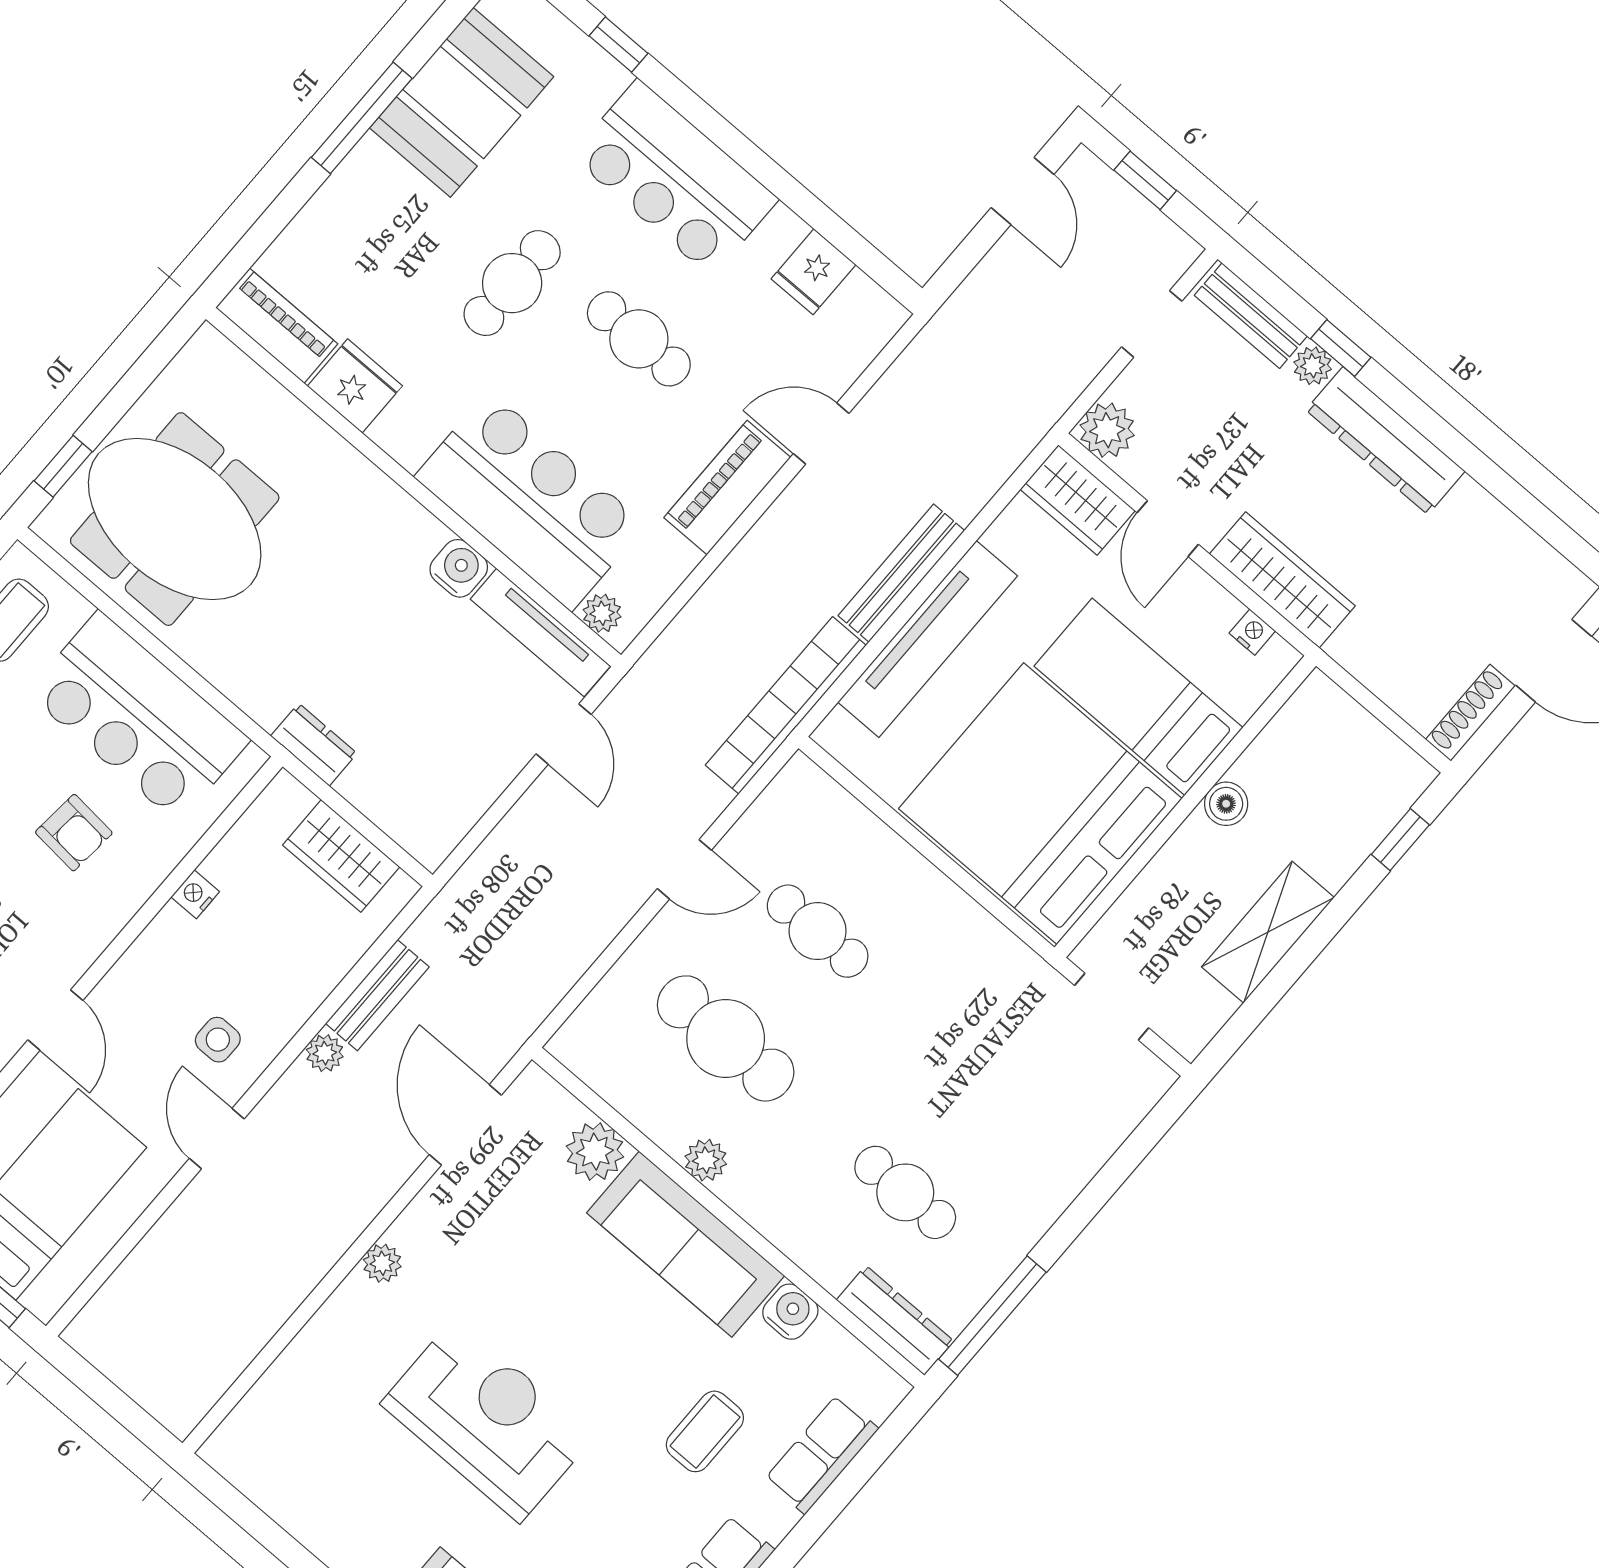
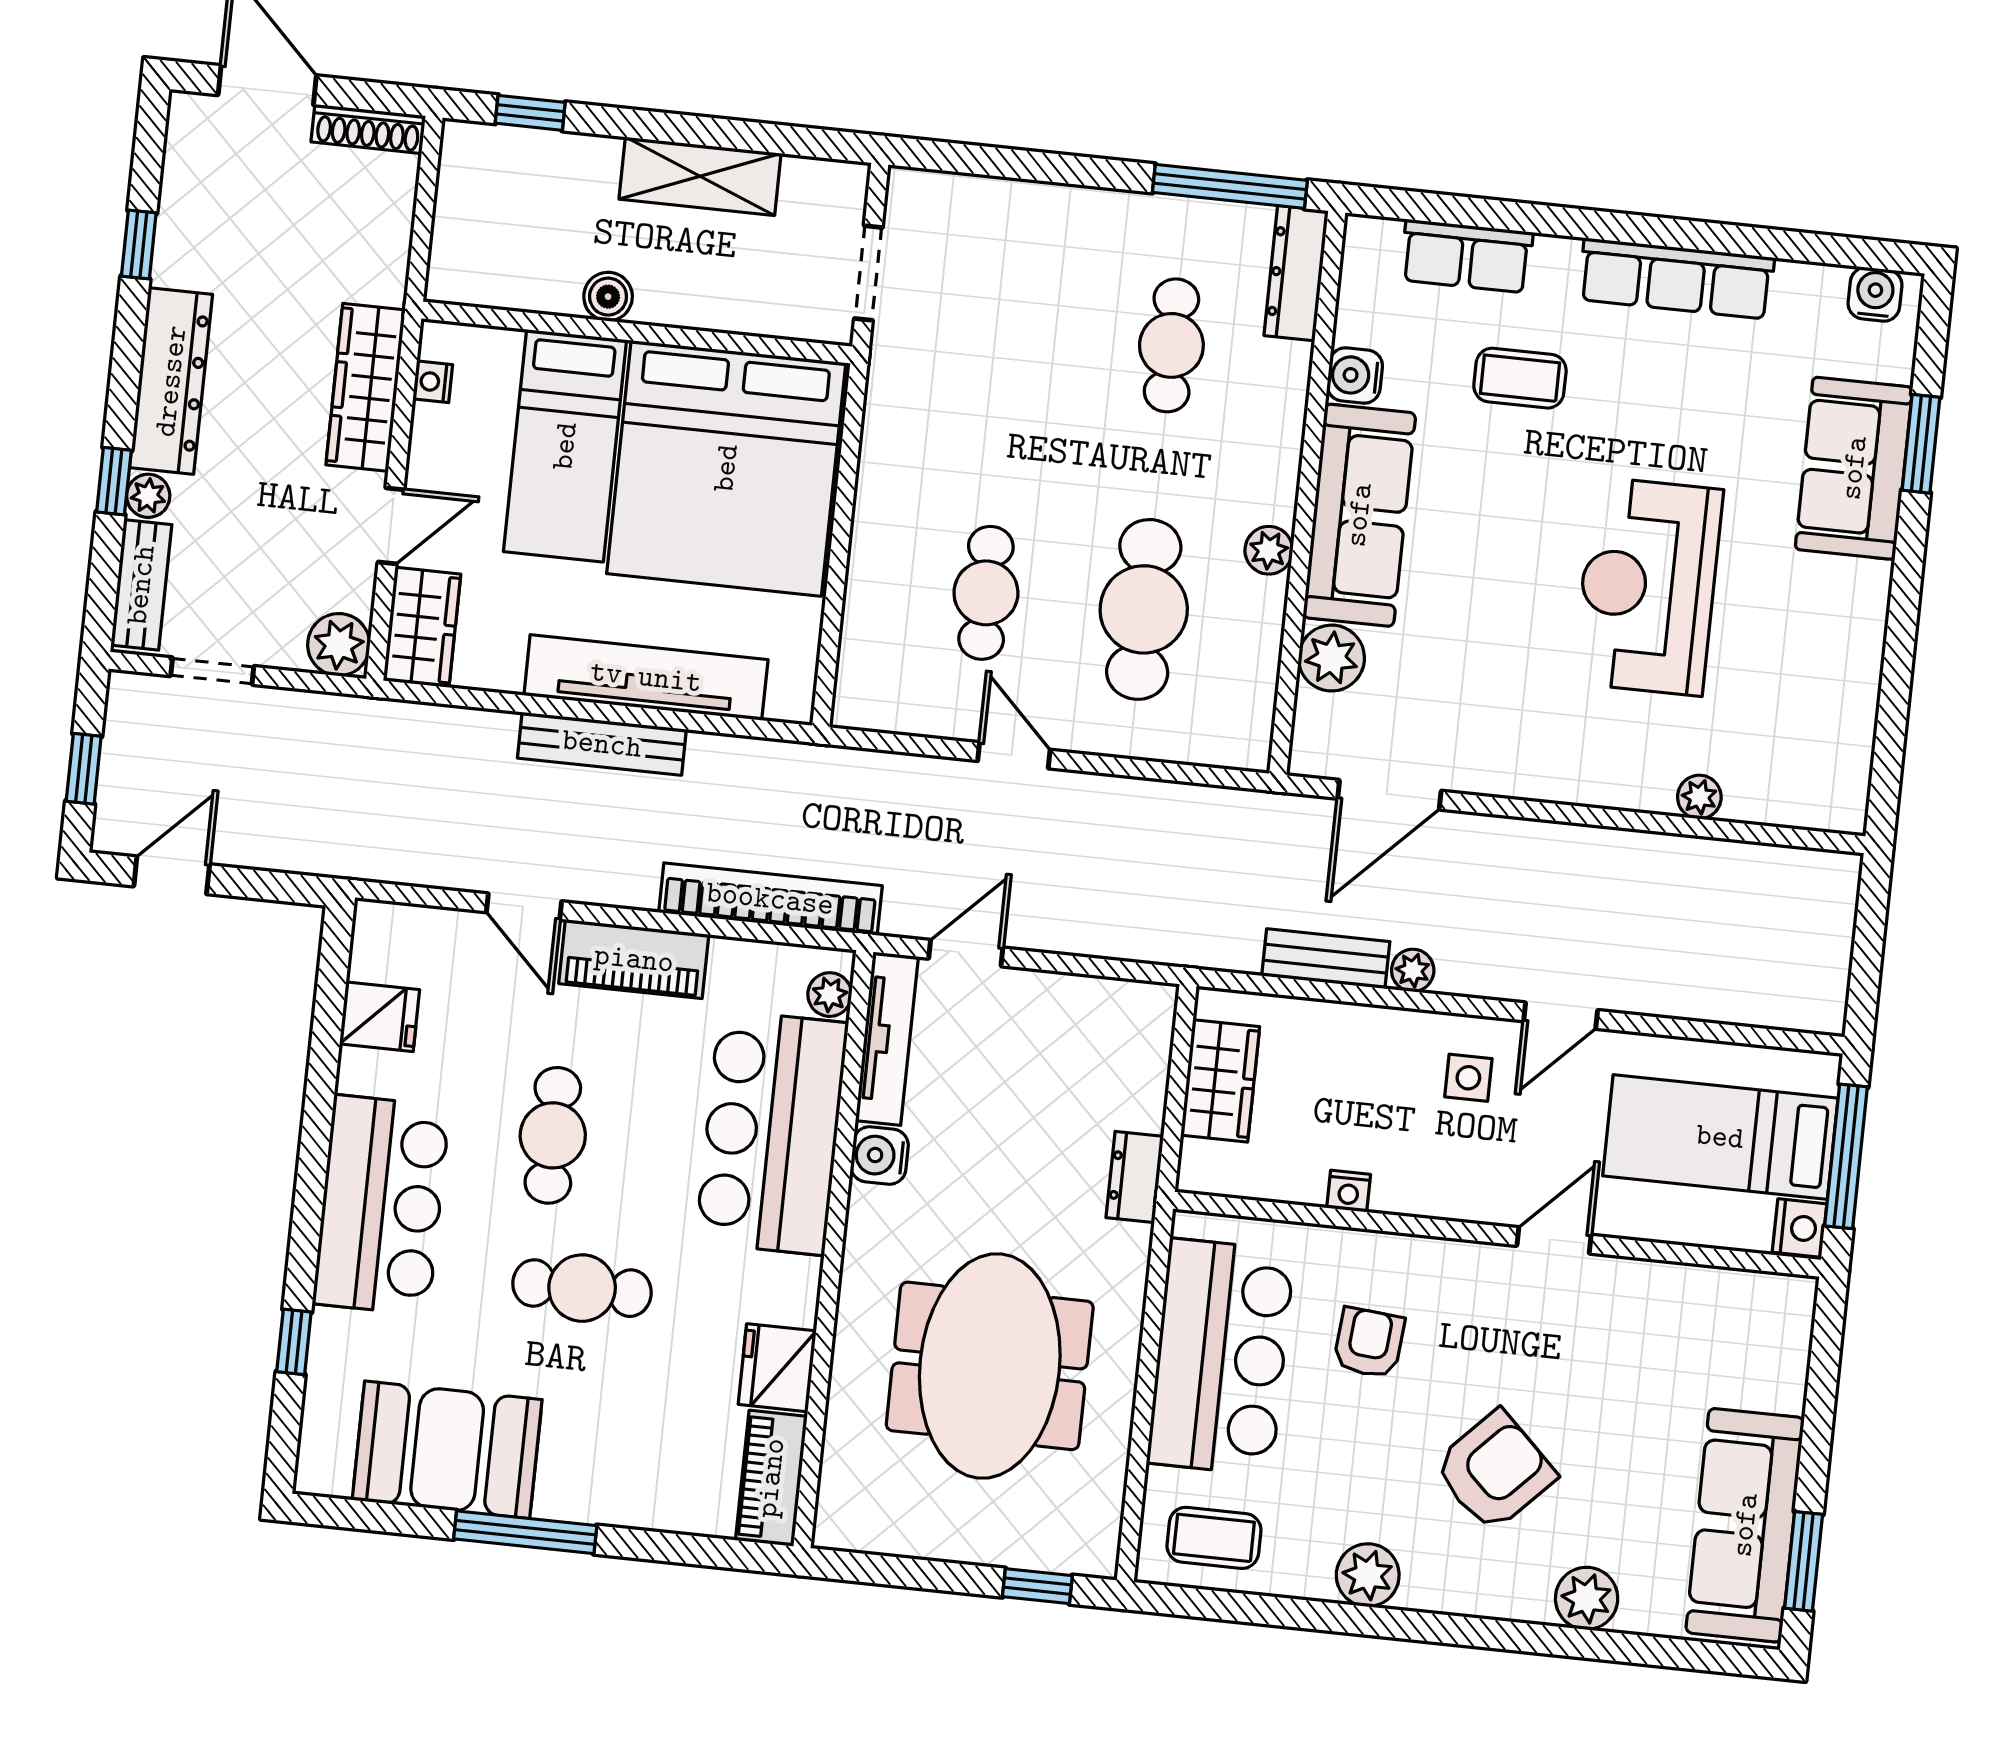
window: (1502, 486) -> (139, 245), added
meeting table: (175, 519) -> (990, 1366), moved
bookcase: (786, 705) -> (770, 899), moved, turned 180
plant: (382, 1263) -> (1699, 797), moved

